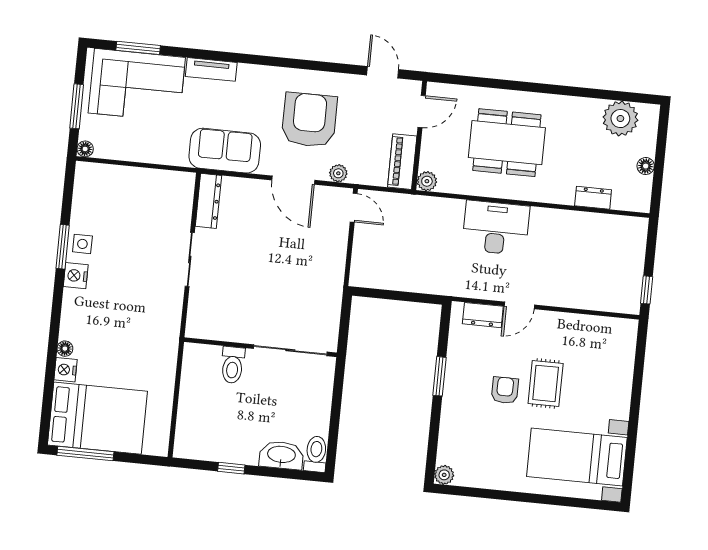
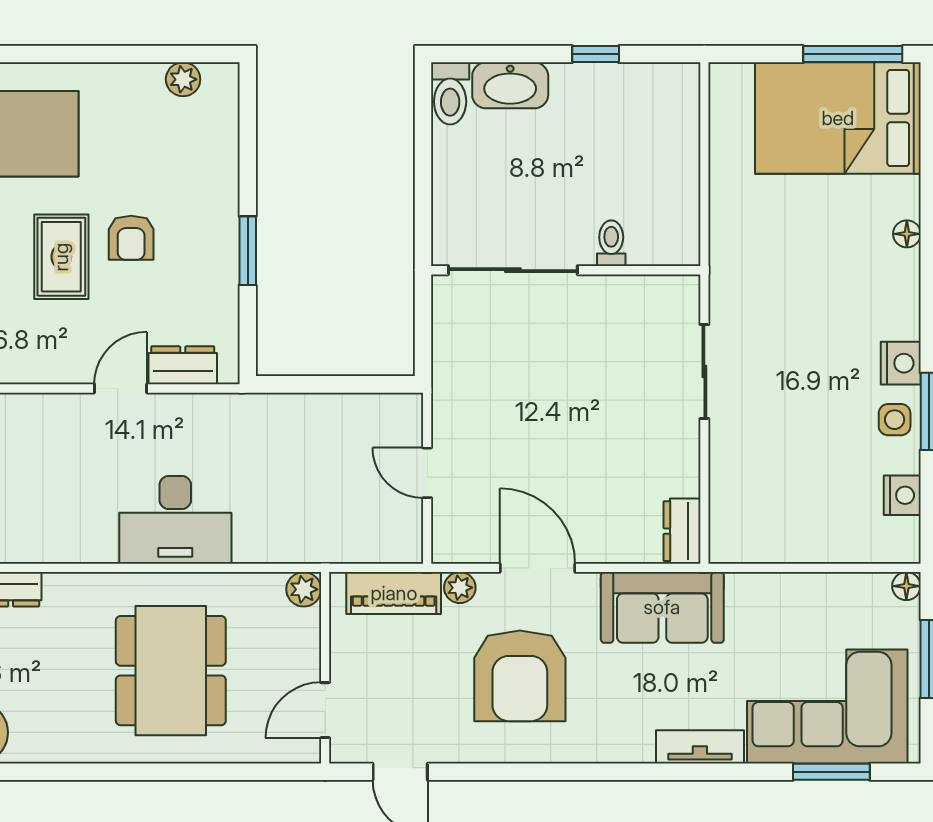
dining table: (507, 143) -> (171, 671), turned 90
piano: (402, 162) -> (394, 593), moved, turned 90
dresser: (208, 201) -> (682, 531), width x0.70
door: (354, 208) -> (427, 473), moved
sliding door: (190, 259) -> (704, 372), moved
toilet: (233, 365) -> (611, 243), width x0.73, depth x0.72
nightstand: (66, 370) -> (902, 495), moved
plant: (444, 475) -> (183, 79), moved

